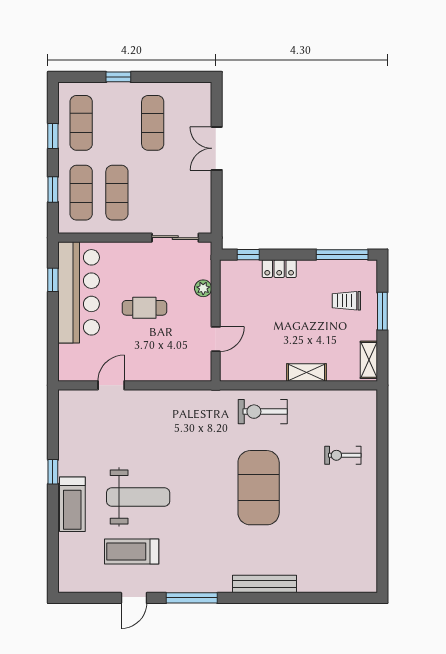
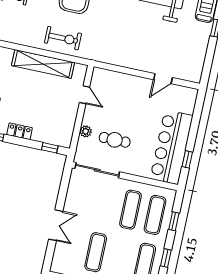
sliding door: (175, 238) -> (97, 170), width x1.37
locker: (279, 269) -> (20, 131), moved
cafe table: (144, 308) -> (115, 140), moved
door: (216, 339) -> (85, 95), swing flipped
shelving: (307, 372) -> (43, 64), width x2.20, depth x1.33

